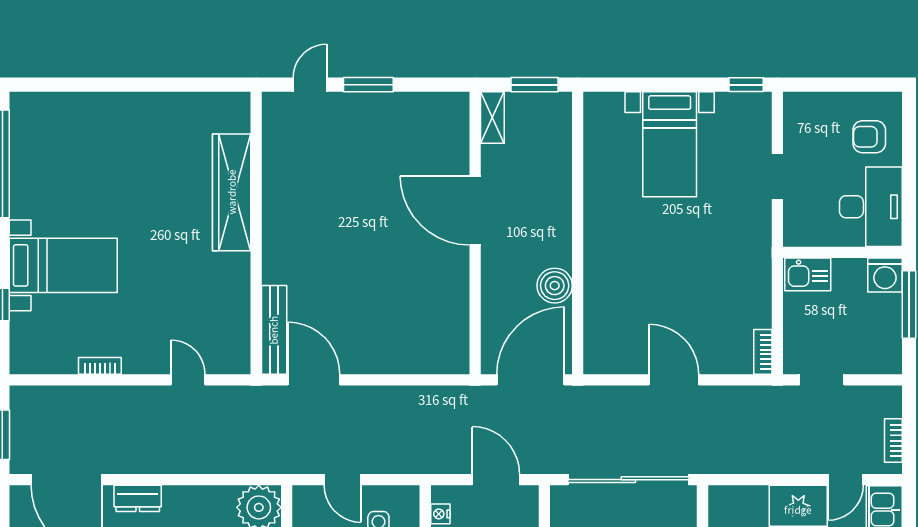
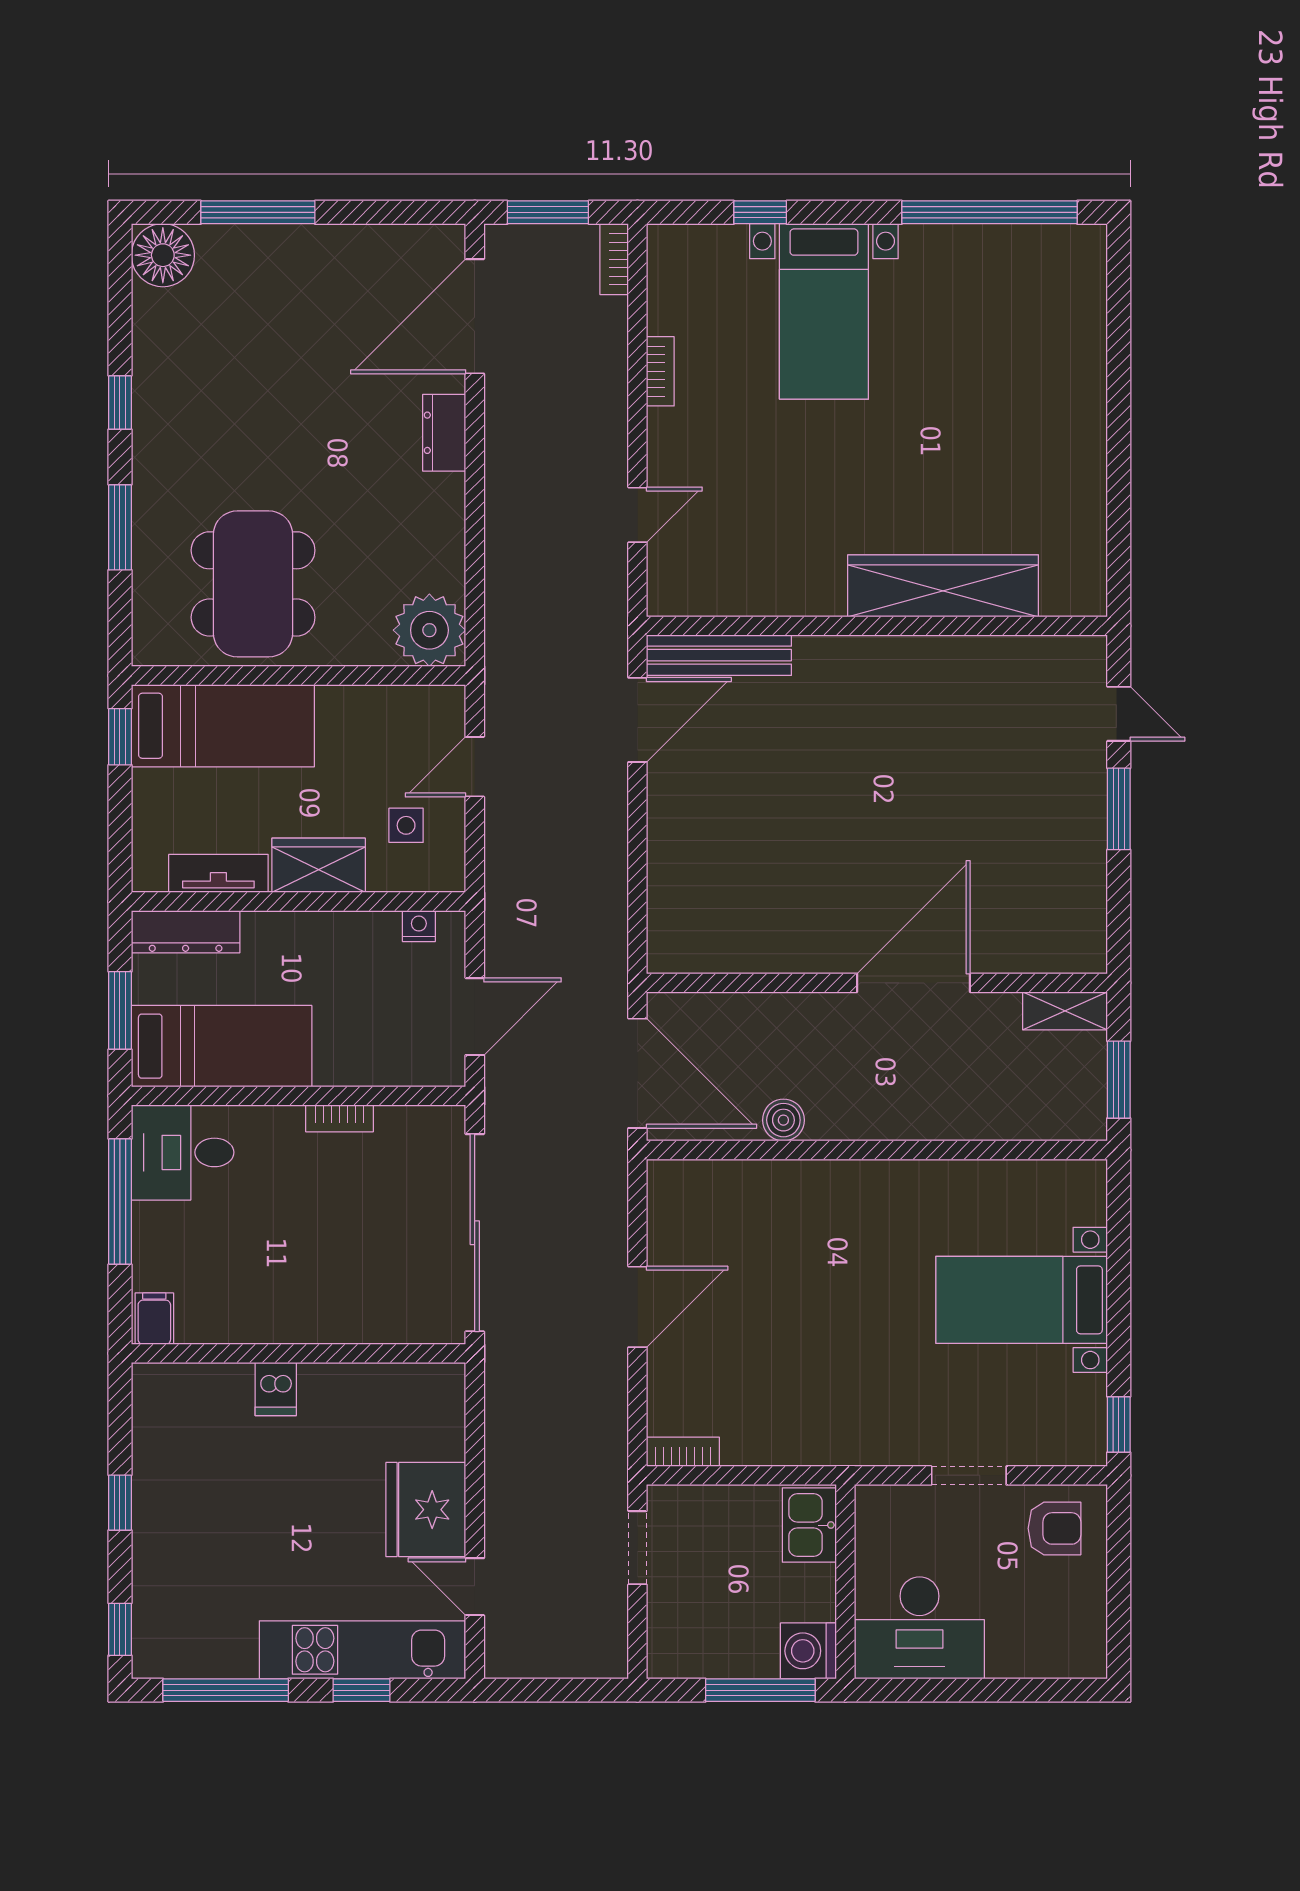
armchair: (869, 137) -> (1054, 1528), moved, turned 90
boiler: (555, 286) -> (783, 1120), width x0.73, depth x0.73
bookcase: (893, 441) -> (614, 259), moved, turned -90

